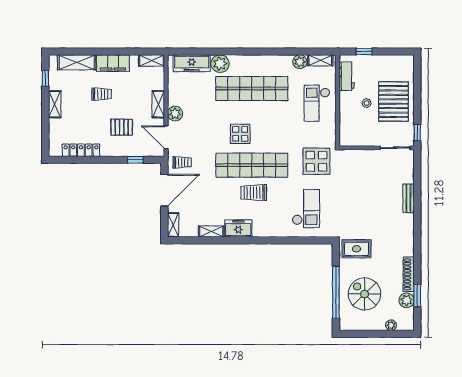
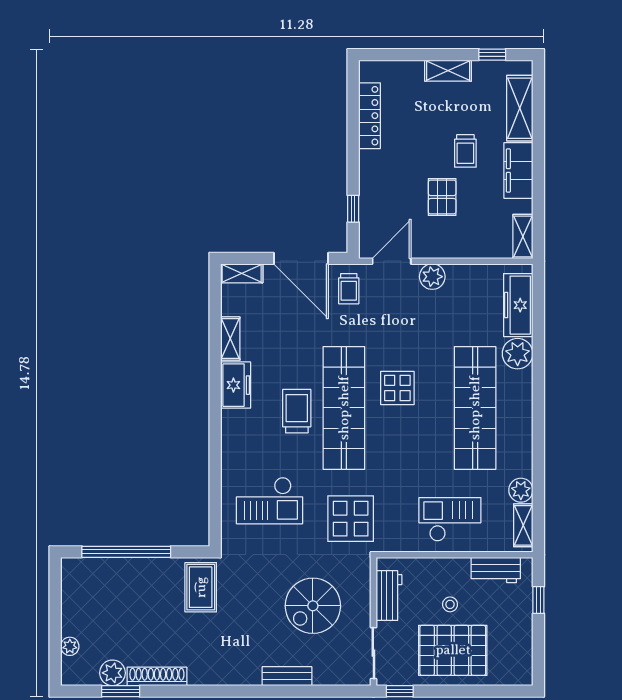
shelving: (158, 104) -> (448, 248), removed
pallet: (122, 127) -> (442, 197), moved
workbench: (361, 139) -> (389, 596), added
spiral stairs: (364, 294) -> (313, 606), moved, turned 180

